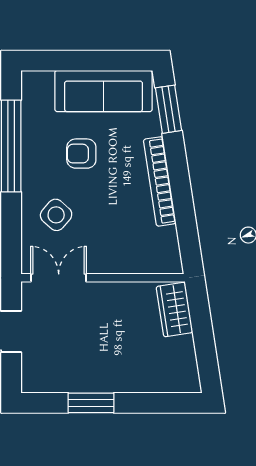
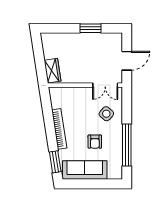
armchair: (81, 154) -> (95, 142), turned 90

